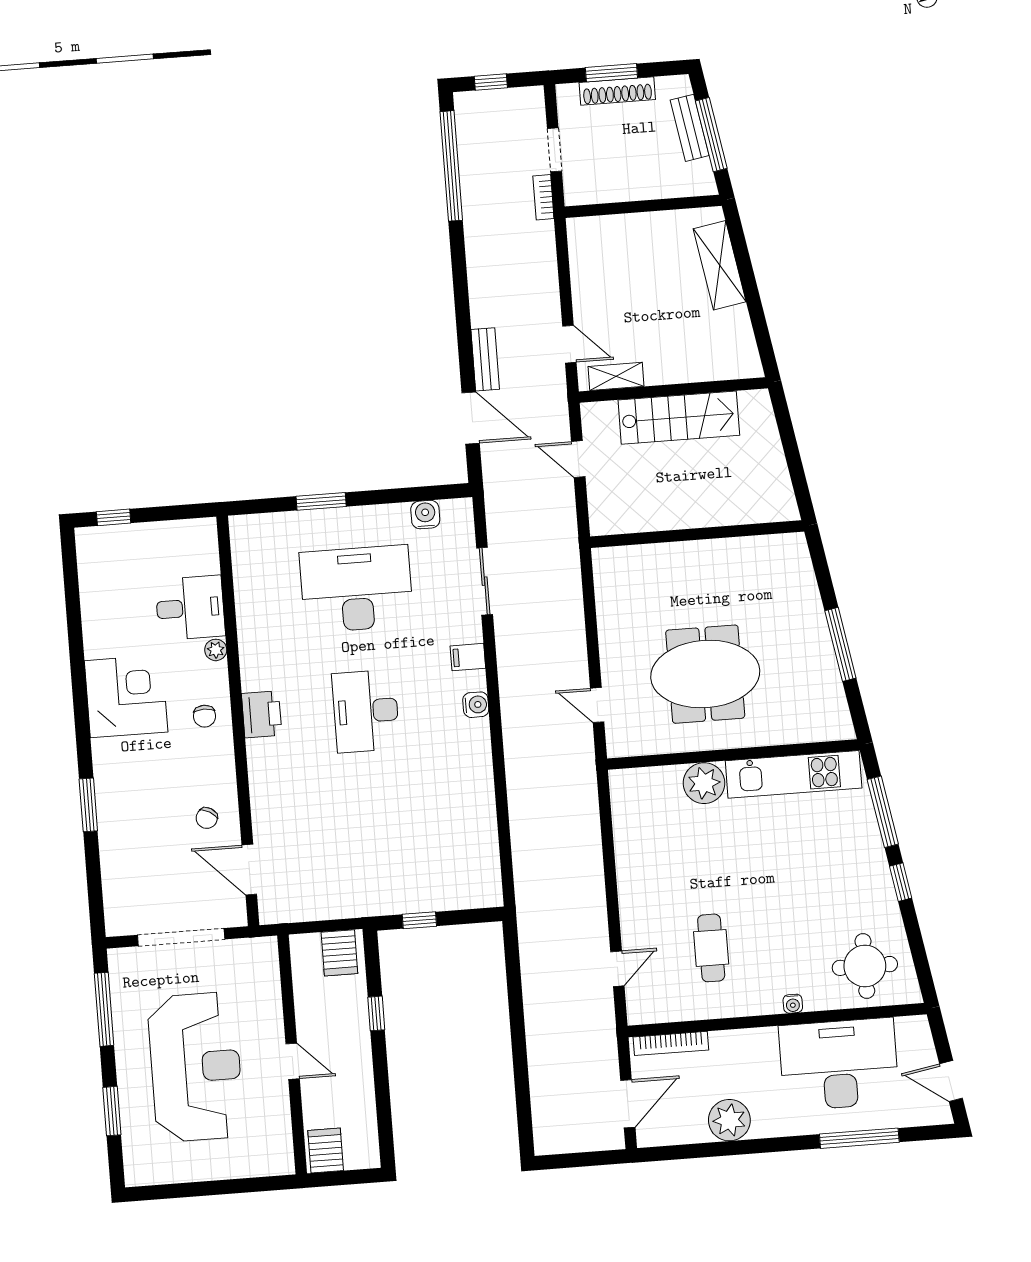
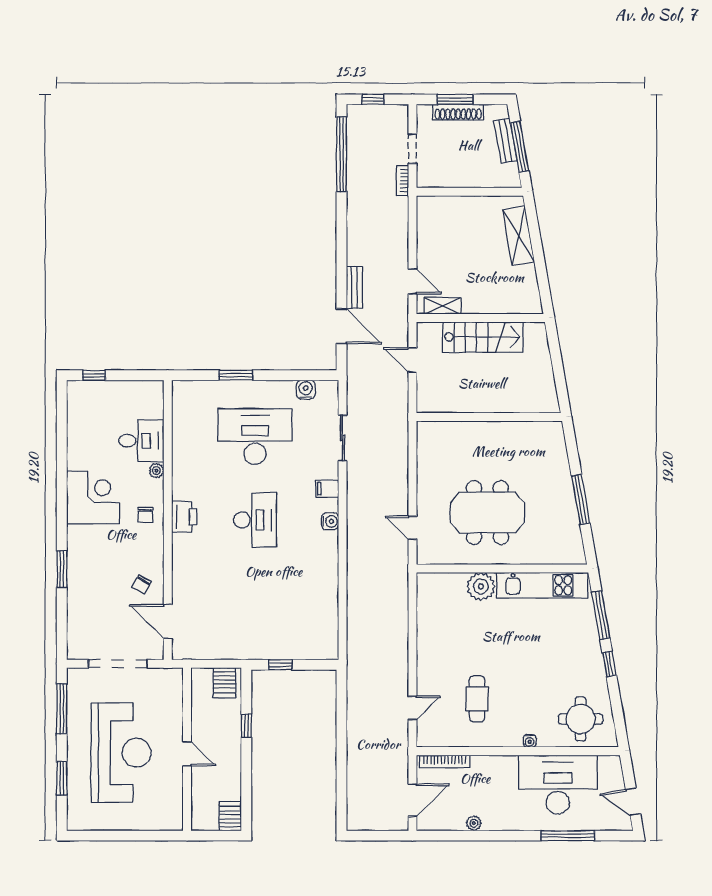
desk: (366, 711) -> (255, 520), turned 180
plant: (729, 1120) -> (474, 823), width x0.53, depth x0.53
server rack: (326, 1151) -> (230, 816), moved

